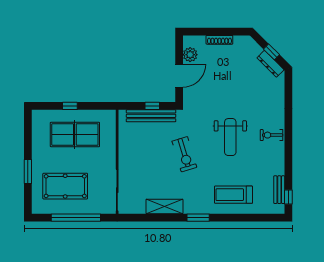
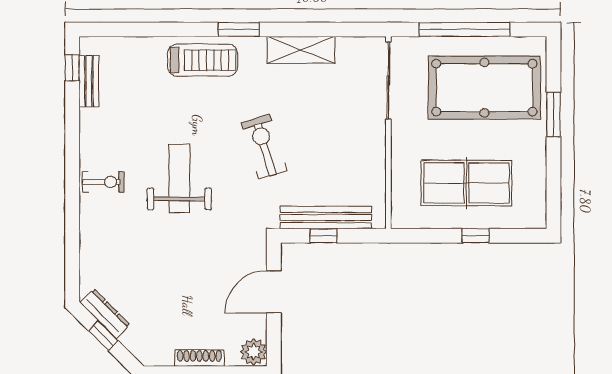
plant: (190, 55) -> (254, 352), moved
pool table: (65, 186) -> (484, 88), width x1.36, depth x1.32
treadmill: (233, 195) -> (203, 60), moved

